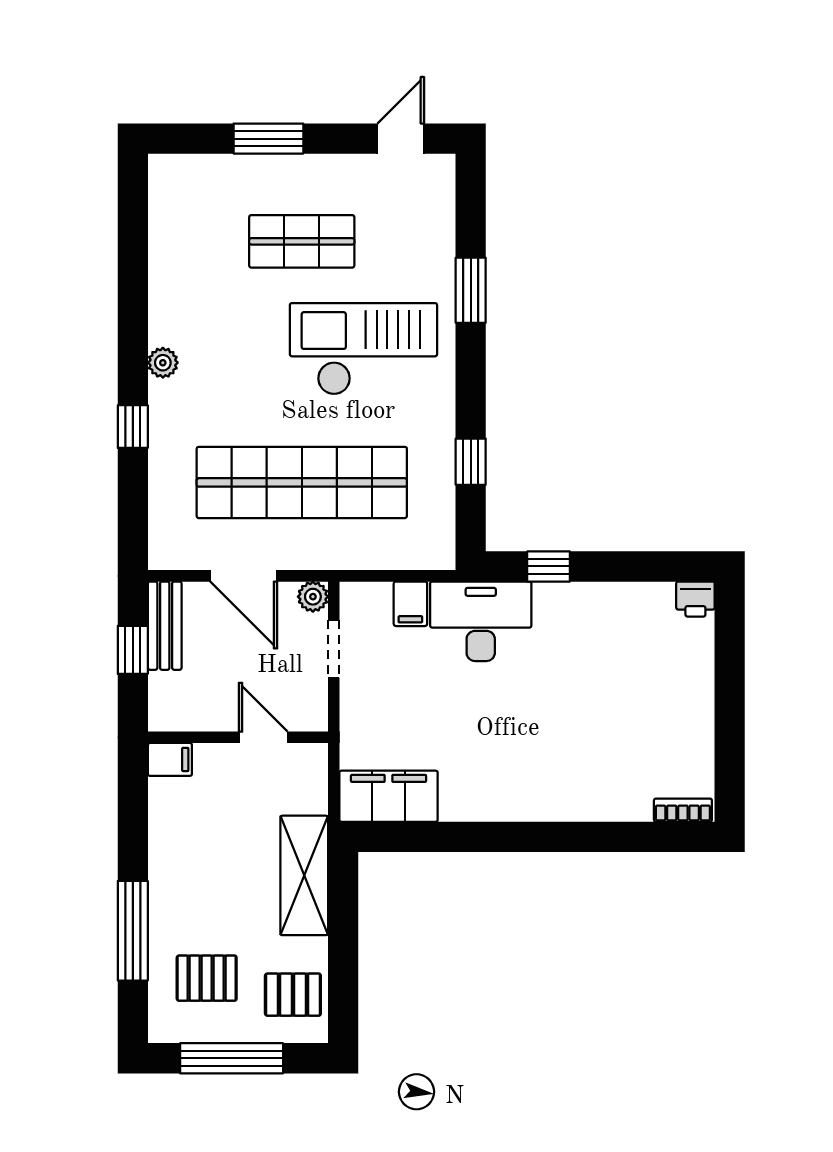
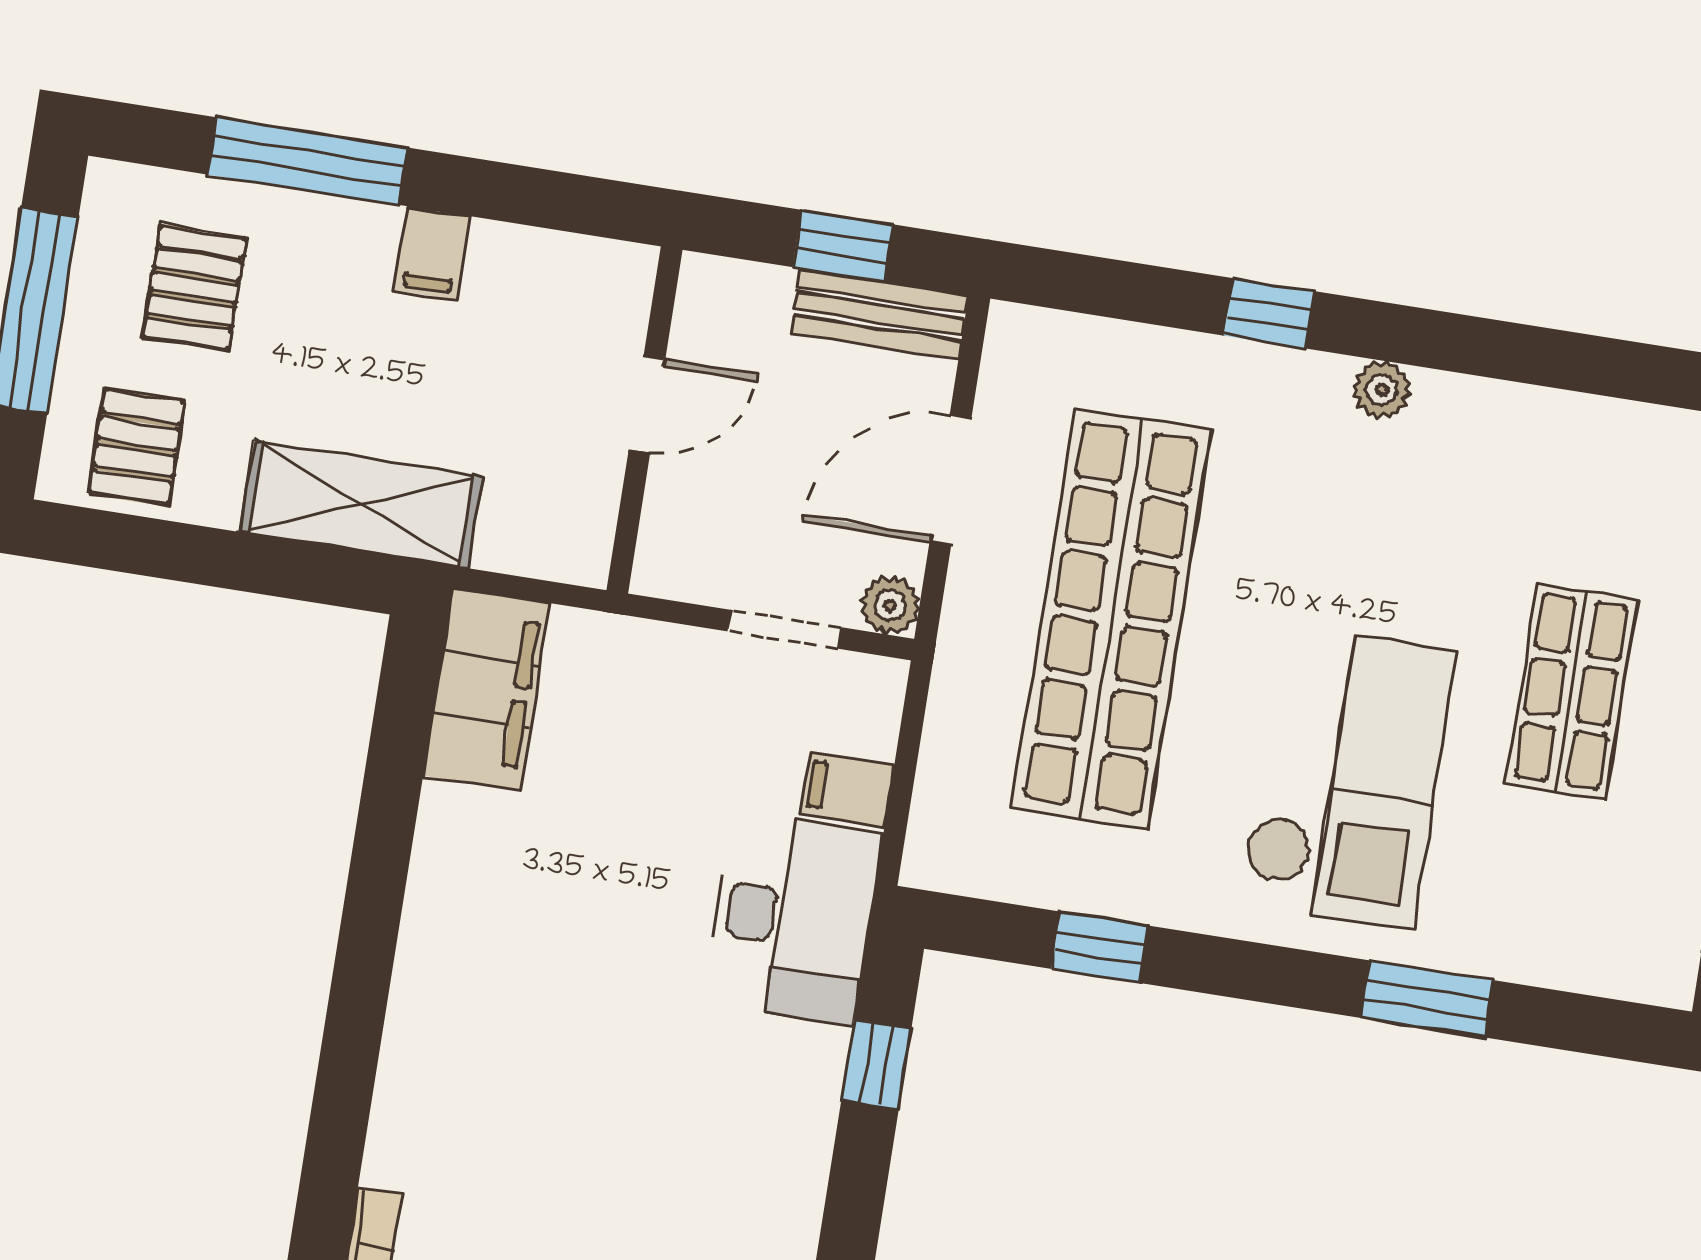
door: (263, 737) -> (647, 404), moved
filing cabinet: (170, 759) -> (432, 253), moved

